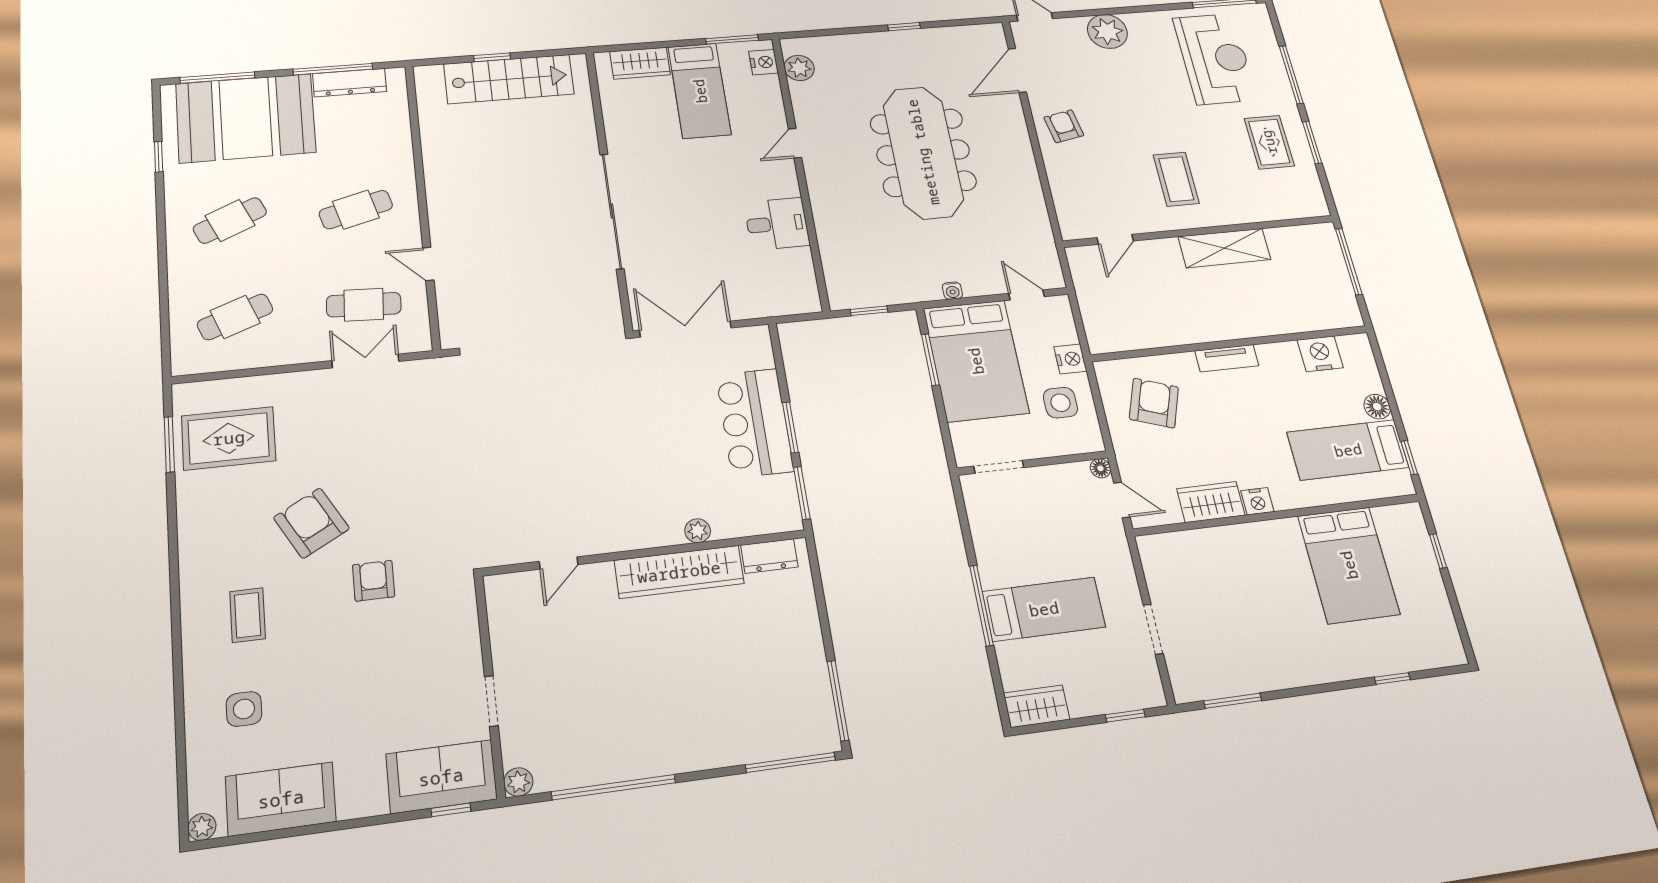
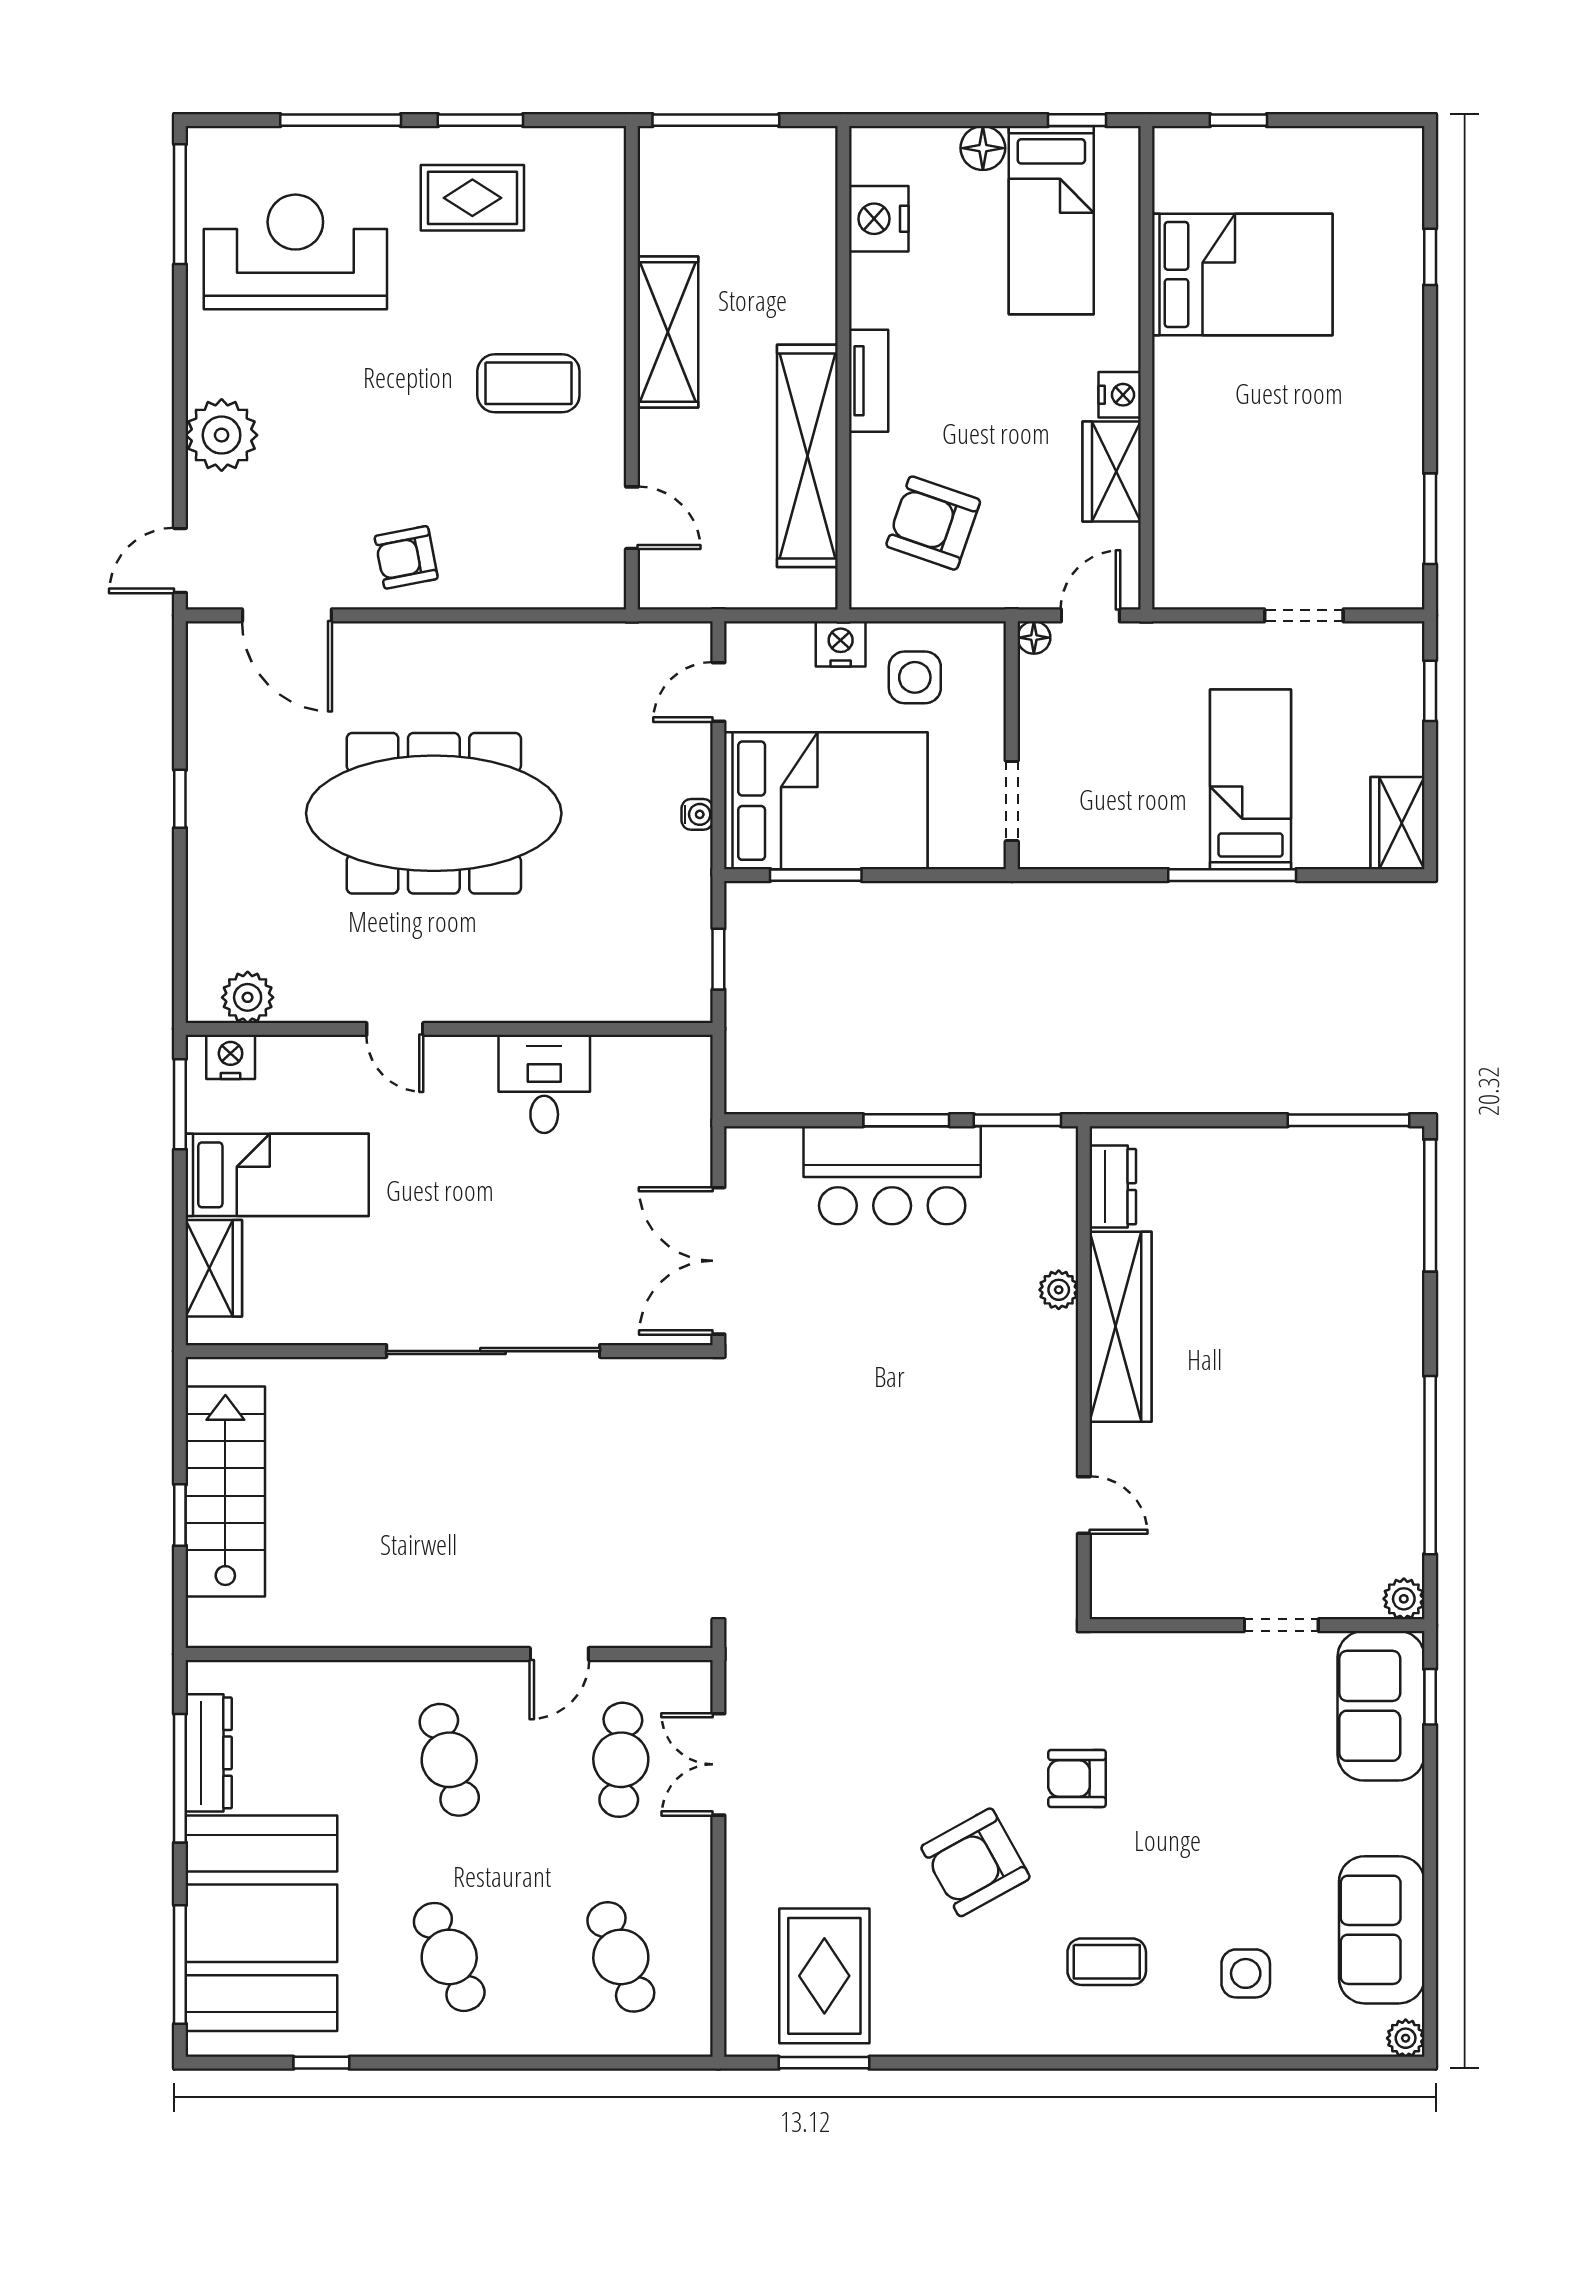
shelving: (1175, 329) -> (807, 456), added

